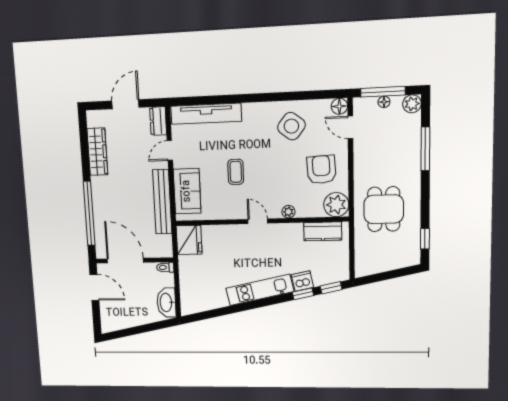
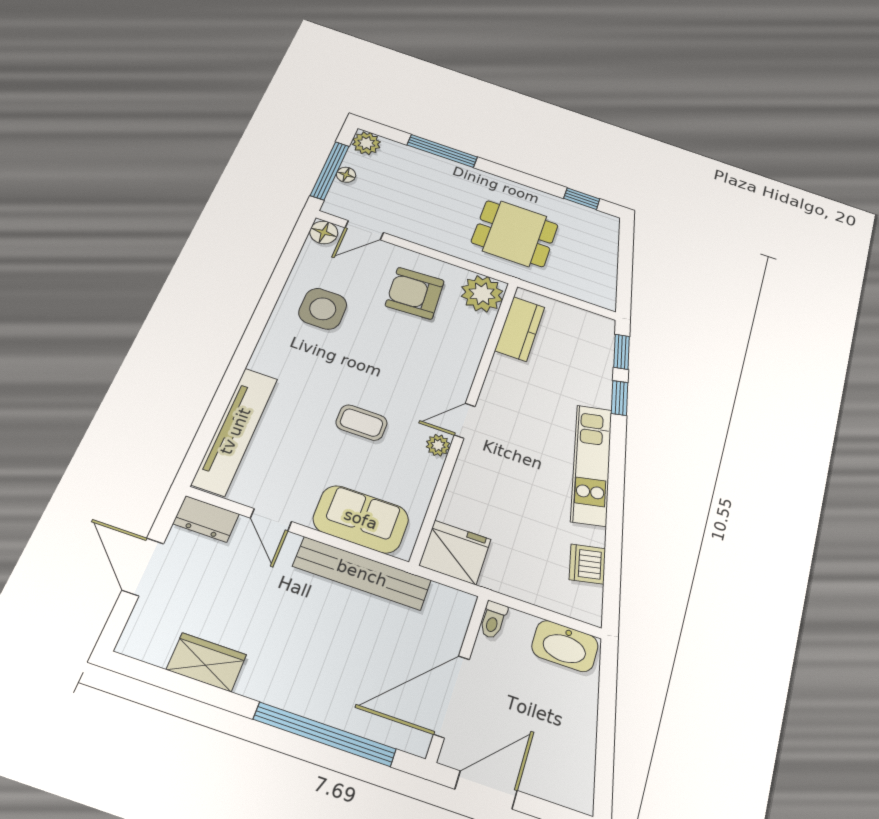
side table: (291, 126) -> (323, 309), turned -38
wardrobe: (97, 152) -> (206, 662), width x0.67
plant: (288, 212) -> (438, 445), moved
dishwasher: (302, 281) -> (587, 564), moved

